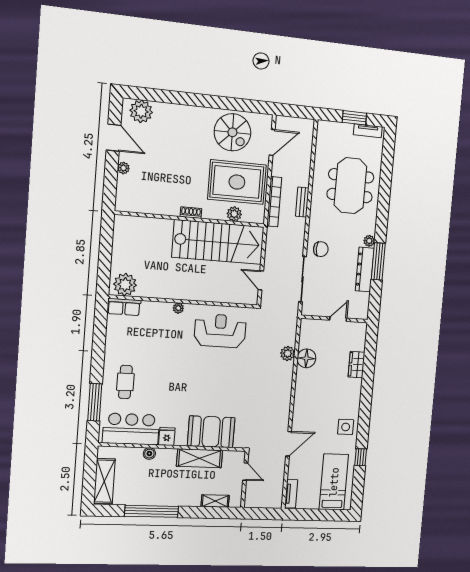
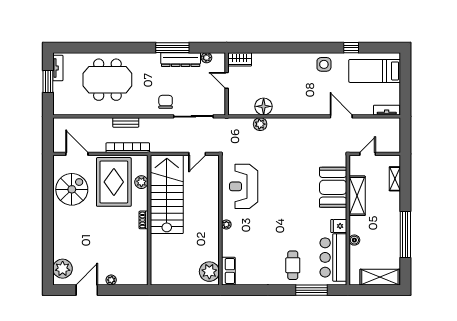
plant: (369, 241) -> (206, 58), moved
wardrobe: (356, 365) -> (240, 59), moved
cafe table: (125, 382) -> (293, 265), turned 90

